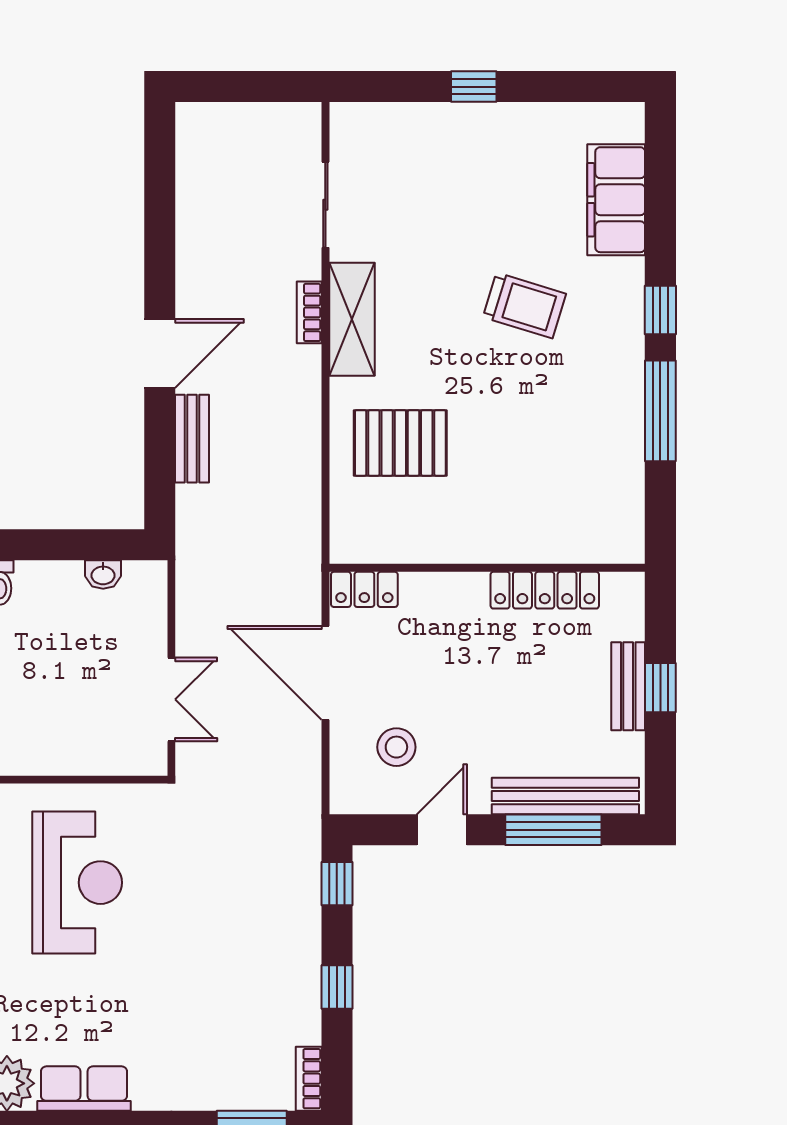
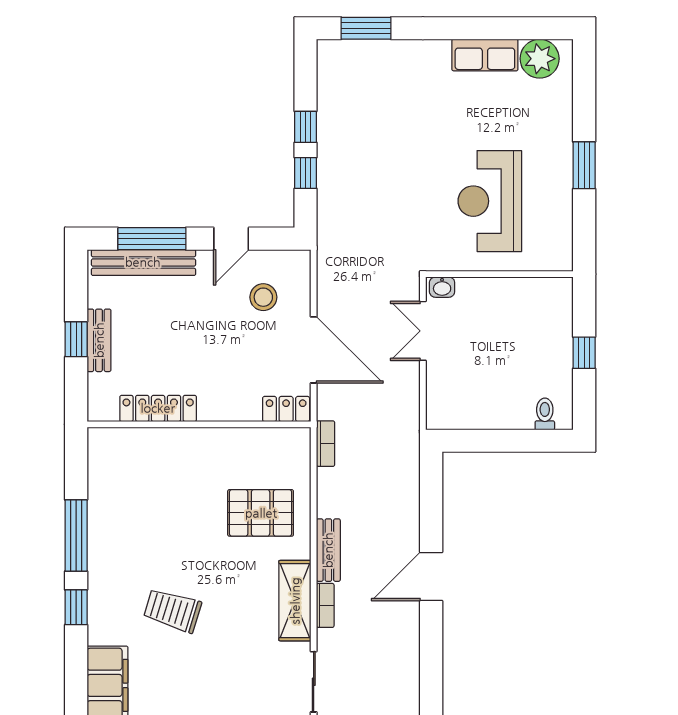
bench: (192, 439) -> (328, 550), moved
washbasin: (103, 575) -> (442, 287), moved, turned 180
window: (337, 884) -> (306, 173), moved
bookcase: (309, 1079) -> (326, 444), moved

